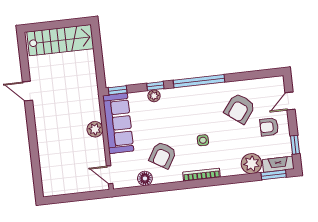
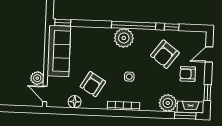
window: (155, 86) -> (172, 27), moved
plant: (154, 96) -> (124, 38), moved, width x1.87, depth x1.87
plant: (95, 129) -> (37, 78), moved

